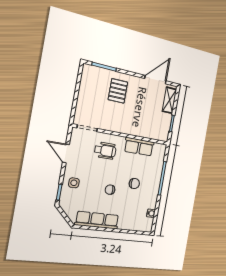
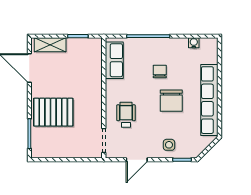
pallet: (118, 91) -> (53, 112), width x1.50, depth x1.42
row of seats: (139, 147) -> (114, 60), moved
chair: (110, 190) -> (171, 101), width x1.87, depth x1.87
row of seats: (97, 220) -> (209, 100), width x1.36

